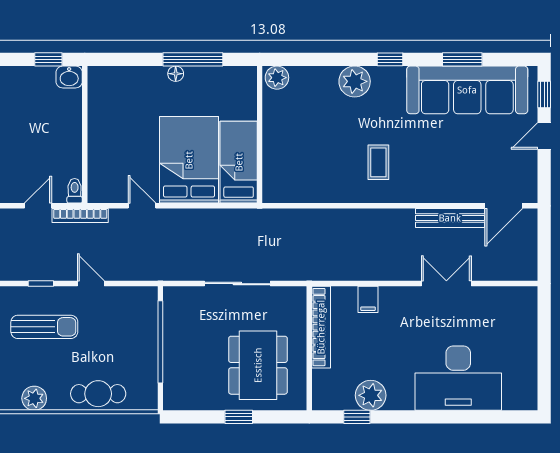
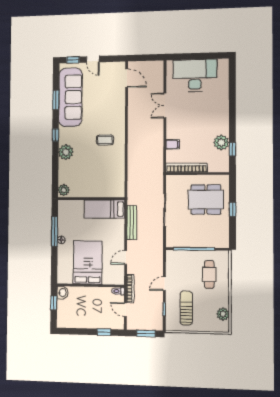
bed: (189, 160) -> (88, 262), moved, turned 90
bench: (450, 218) -> (132, 223), moved
desk: (458, 378) -> (195, 76), moved, turned -90
cafe table: (98, 394) -> (209, 274), moved

